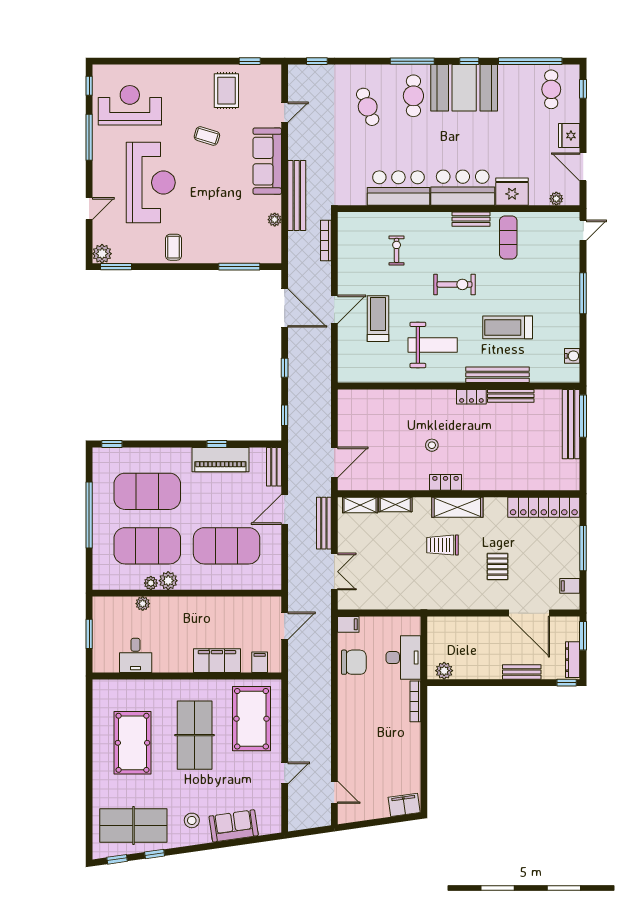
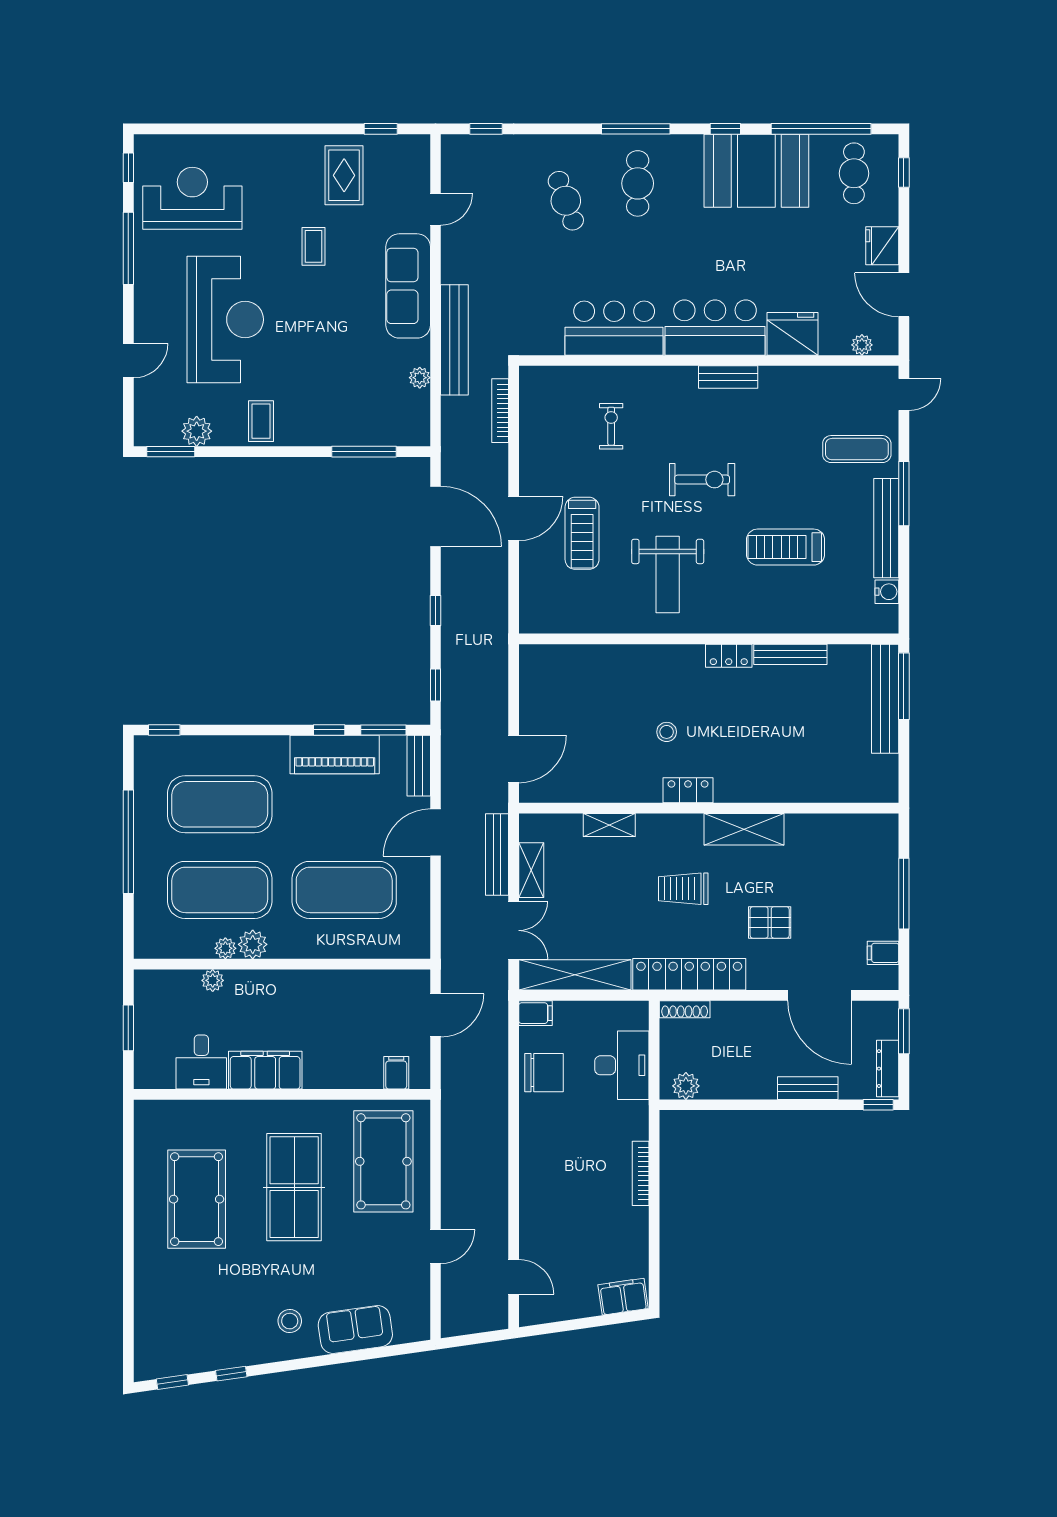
booth: (464, 88) -> (756, 171), moved
coffee table: (207, 136) -> (313, 246), turned 73
exercise mat: (508, 237) -> (857, 449), moved, turned 90
plant: (102, 254) -> (197, 431), moved
treadmill: (378, 319) -> (582, 533), turned 180
weight bench: (433, 345) -> (668, 575), turned 90
bench: (498, 375) -> (886, 528), moved, turned 90
window: (251, 444) -> (383, 730), added
shelving: (360, 505) -> (531, 870), moved, turned 90
shelving: (457, 507) -> (744, 829), moved
locker: (544, 507) -> (689, 974), moved, turned 180
pallet: (498, 567) -> (770, 922), turned 90
shelving: (373, 600) -> (575, 975), added
shoe rack: (443, 622) -> (685, 1009), added
filing cabinet: (217, 661) -> (265, 1070), moved
bookcase: (415, 701) -> (641, 1173), moved
table tennis table: (133, 825) -> (198, 1329), removed

